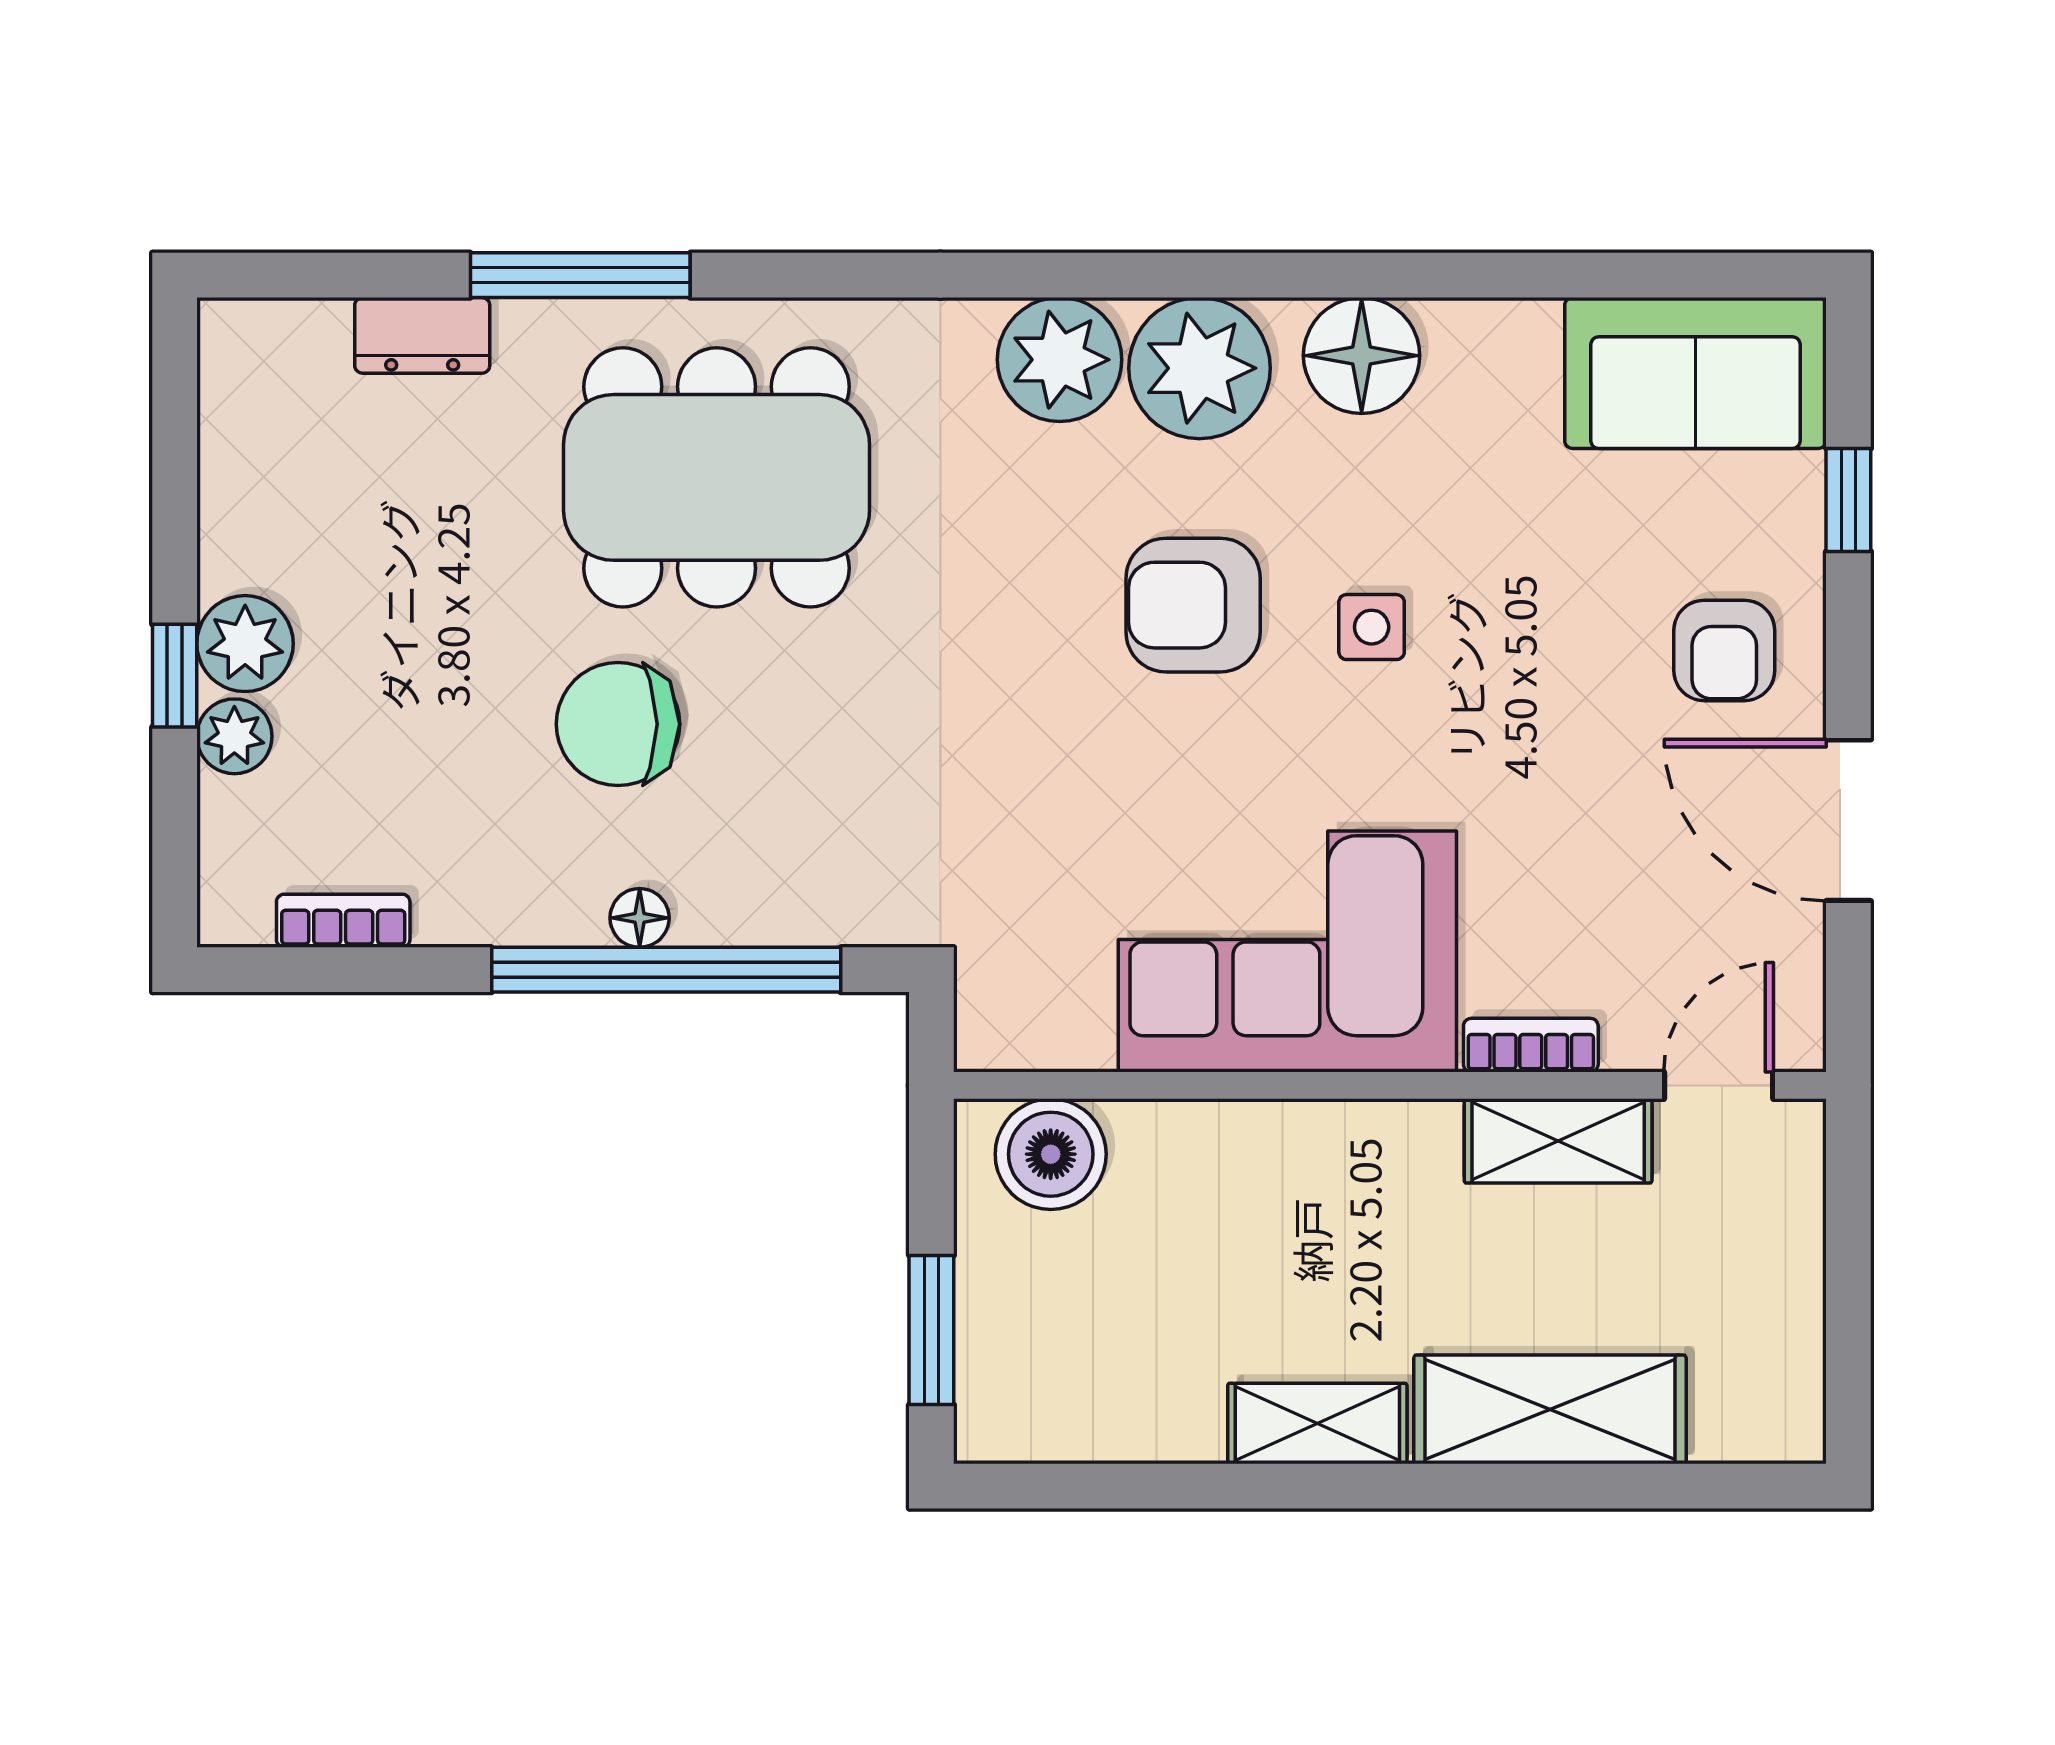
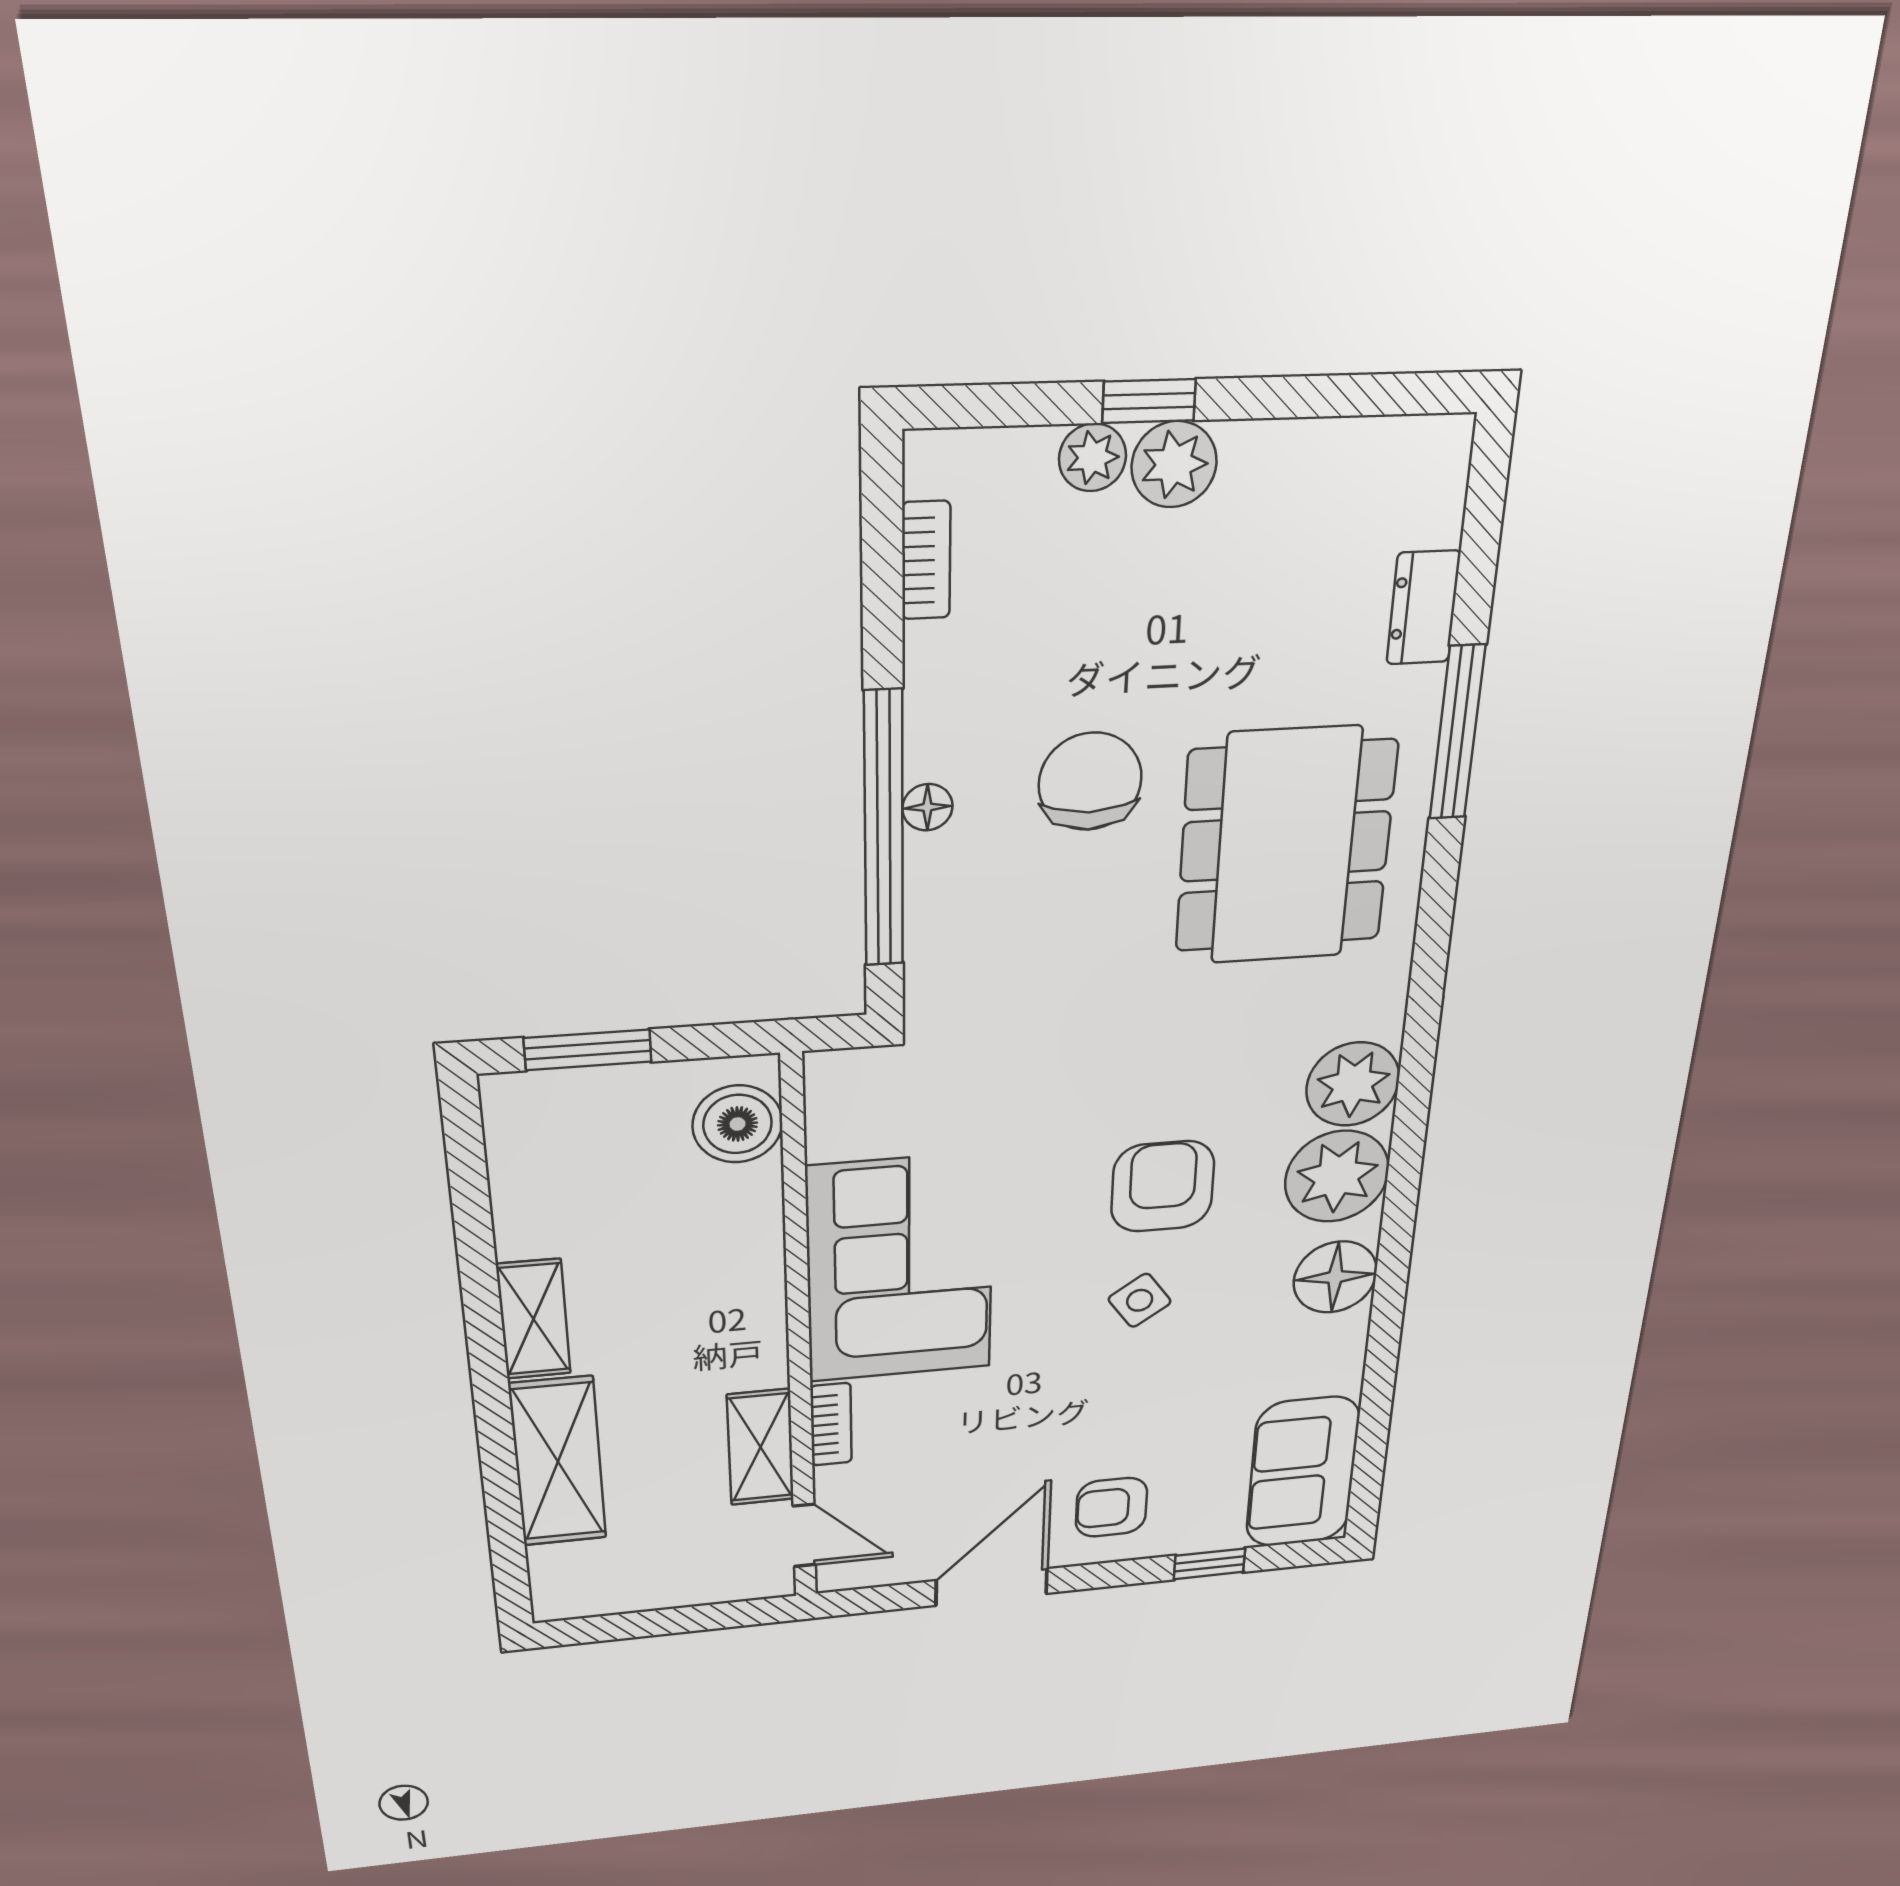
side table: (1372, 627) -> (1140, 1300), turned -35

